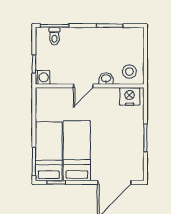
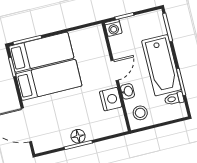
toilet: (54, 36) -> (174, 99), moved
bathtub: (89, 40) -> (161, 65), added
door: (83, 86) -> (115, 70), swing flipped
nightstand: (130, 96) -> (111, 99), moved
floor lamp: (137, 136) -> (78, 136), added

